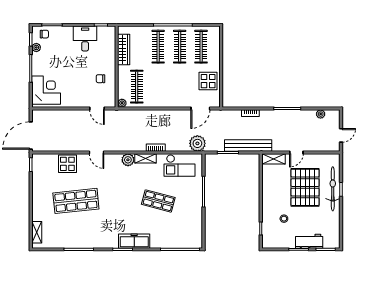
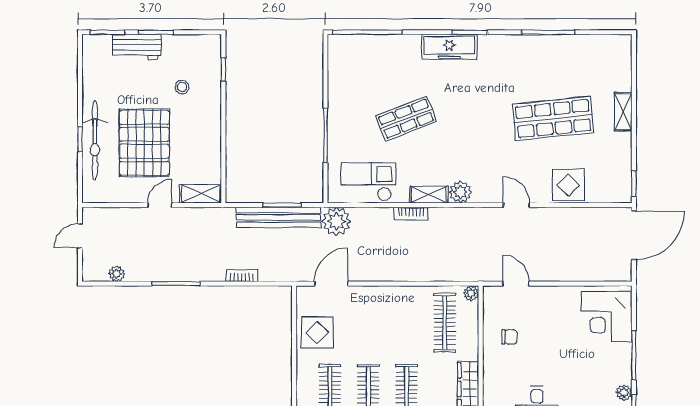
bench: (248, 146) -> (279, 217), moved
shop shelf: (158, 201) -> (406, 119), turned -36
shelving: (37, 232) -> (623, 112), moved

